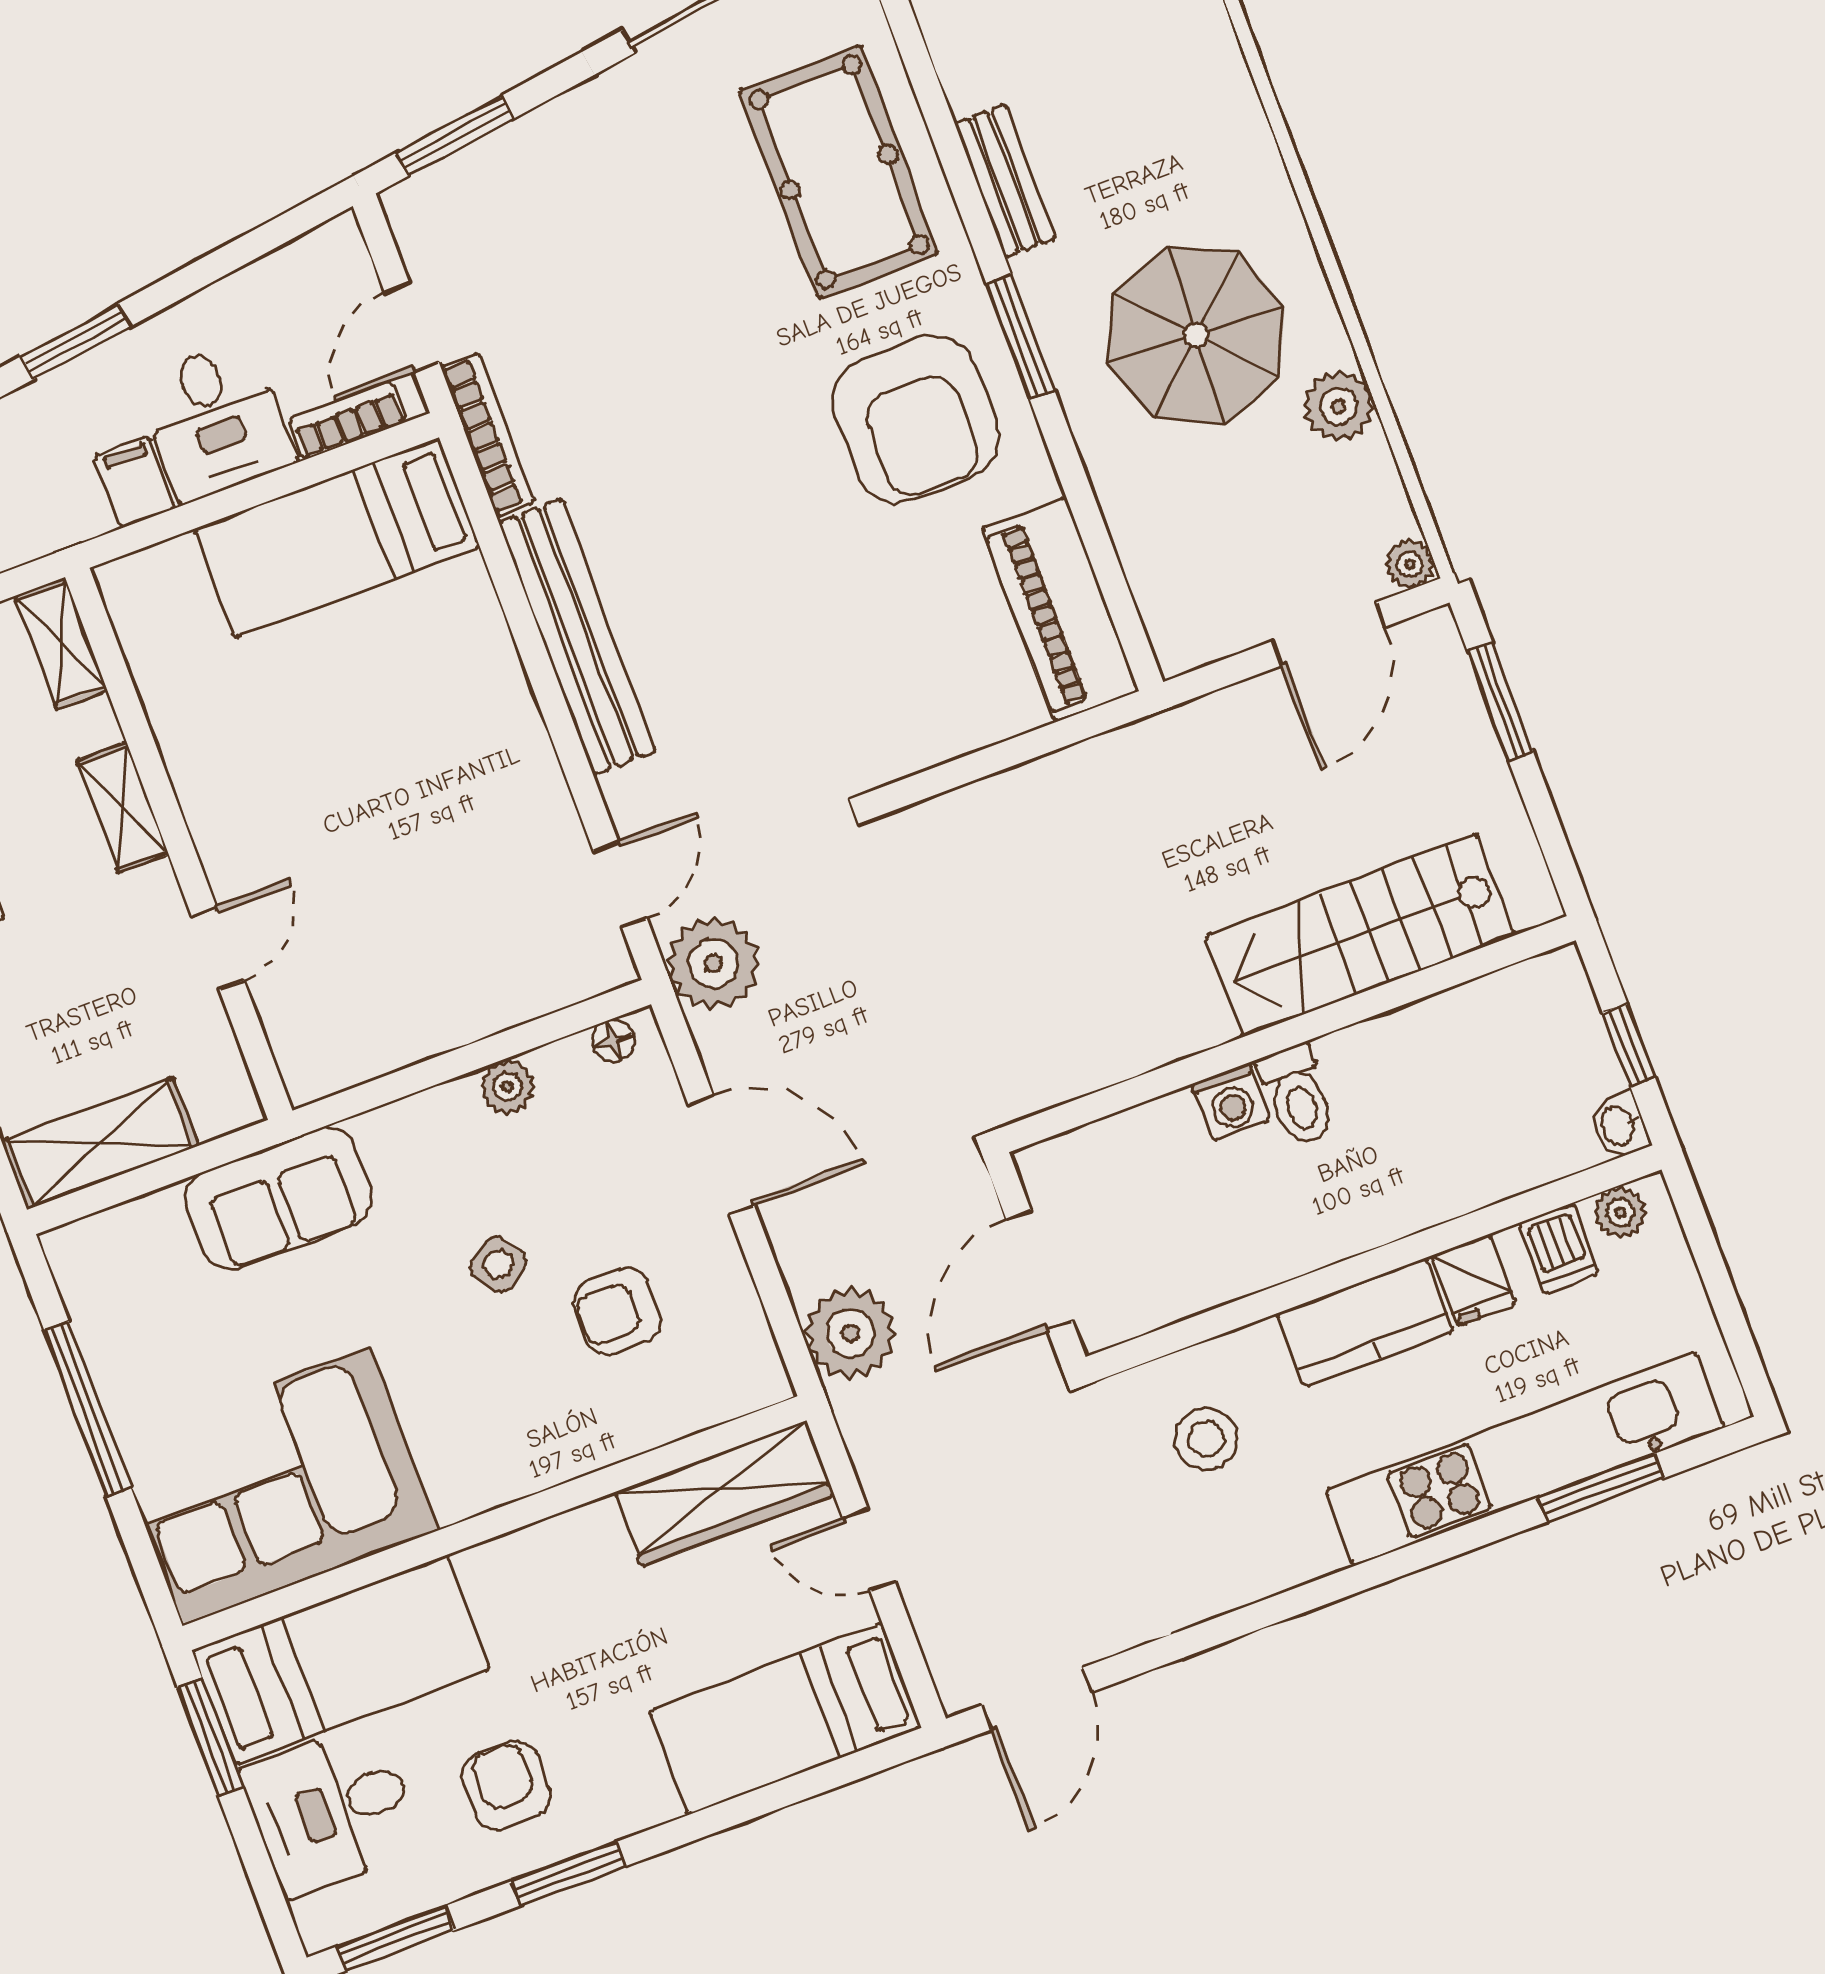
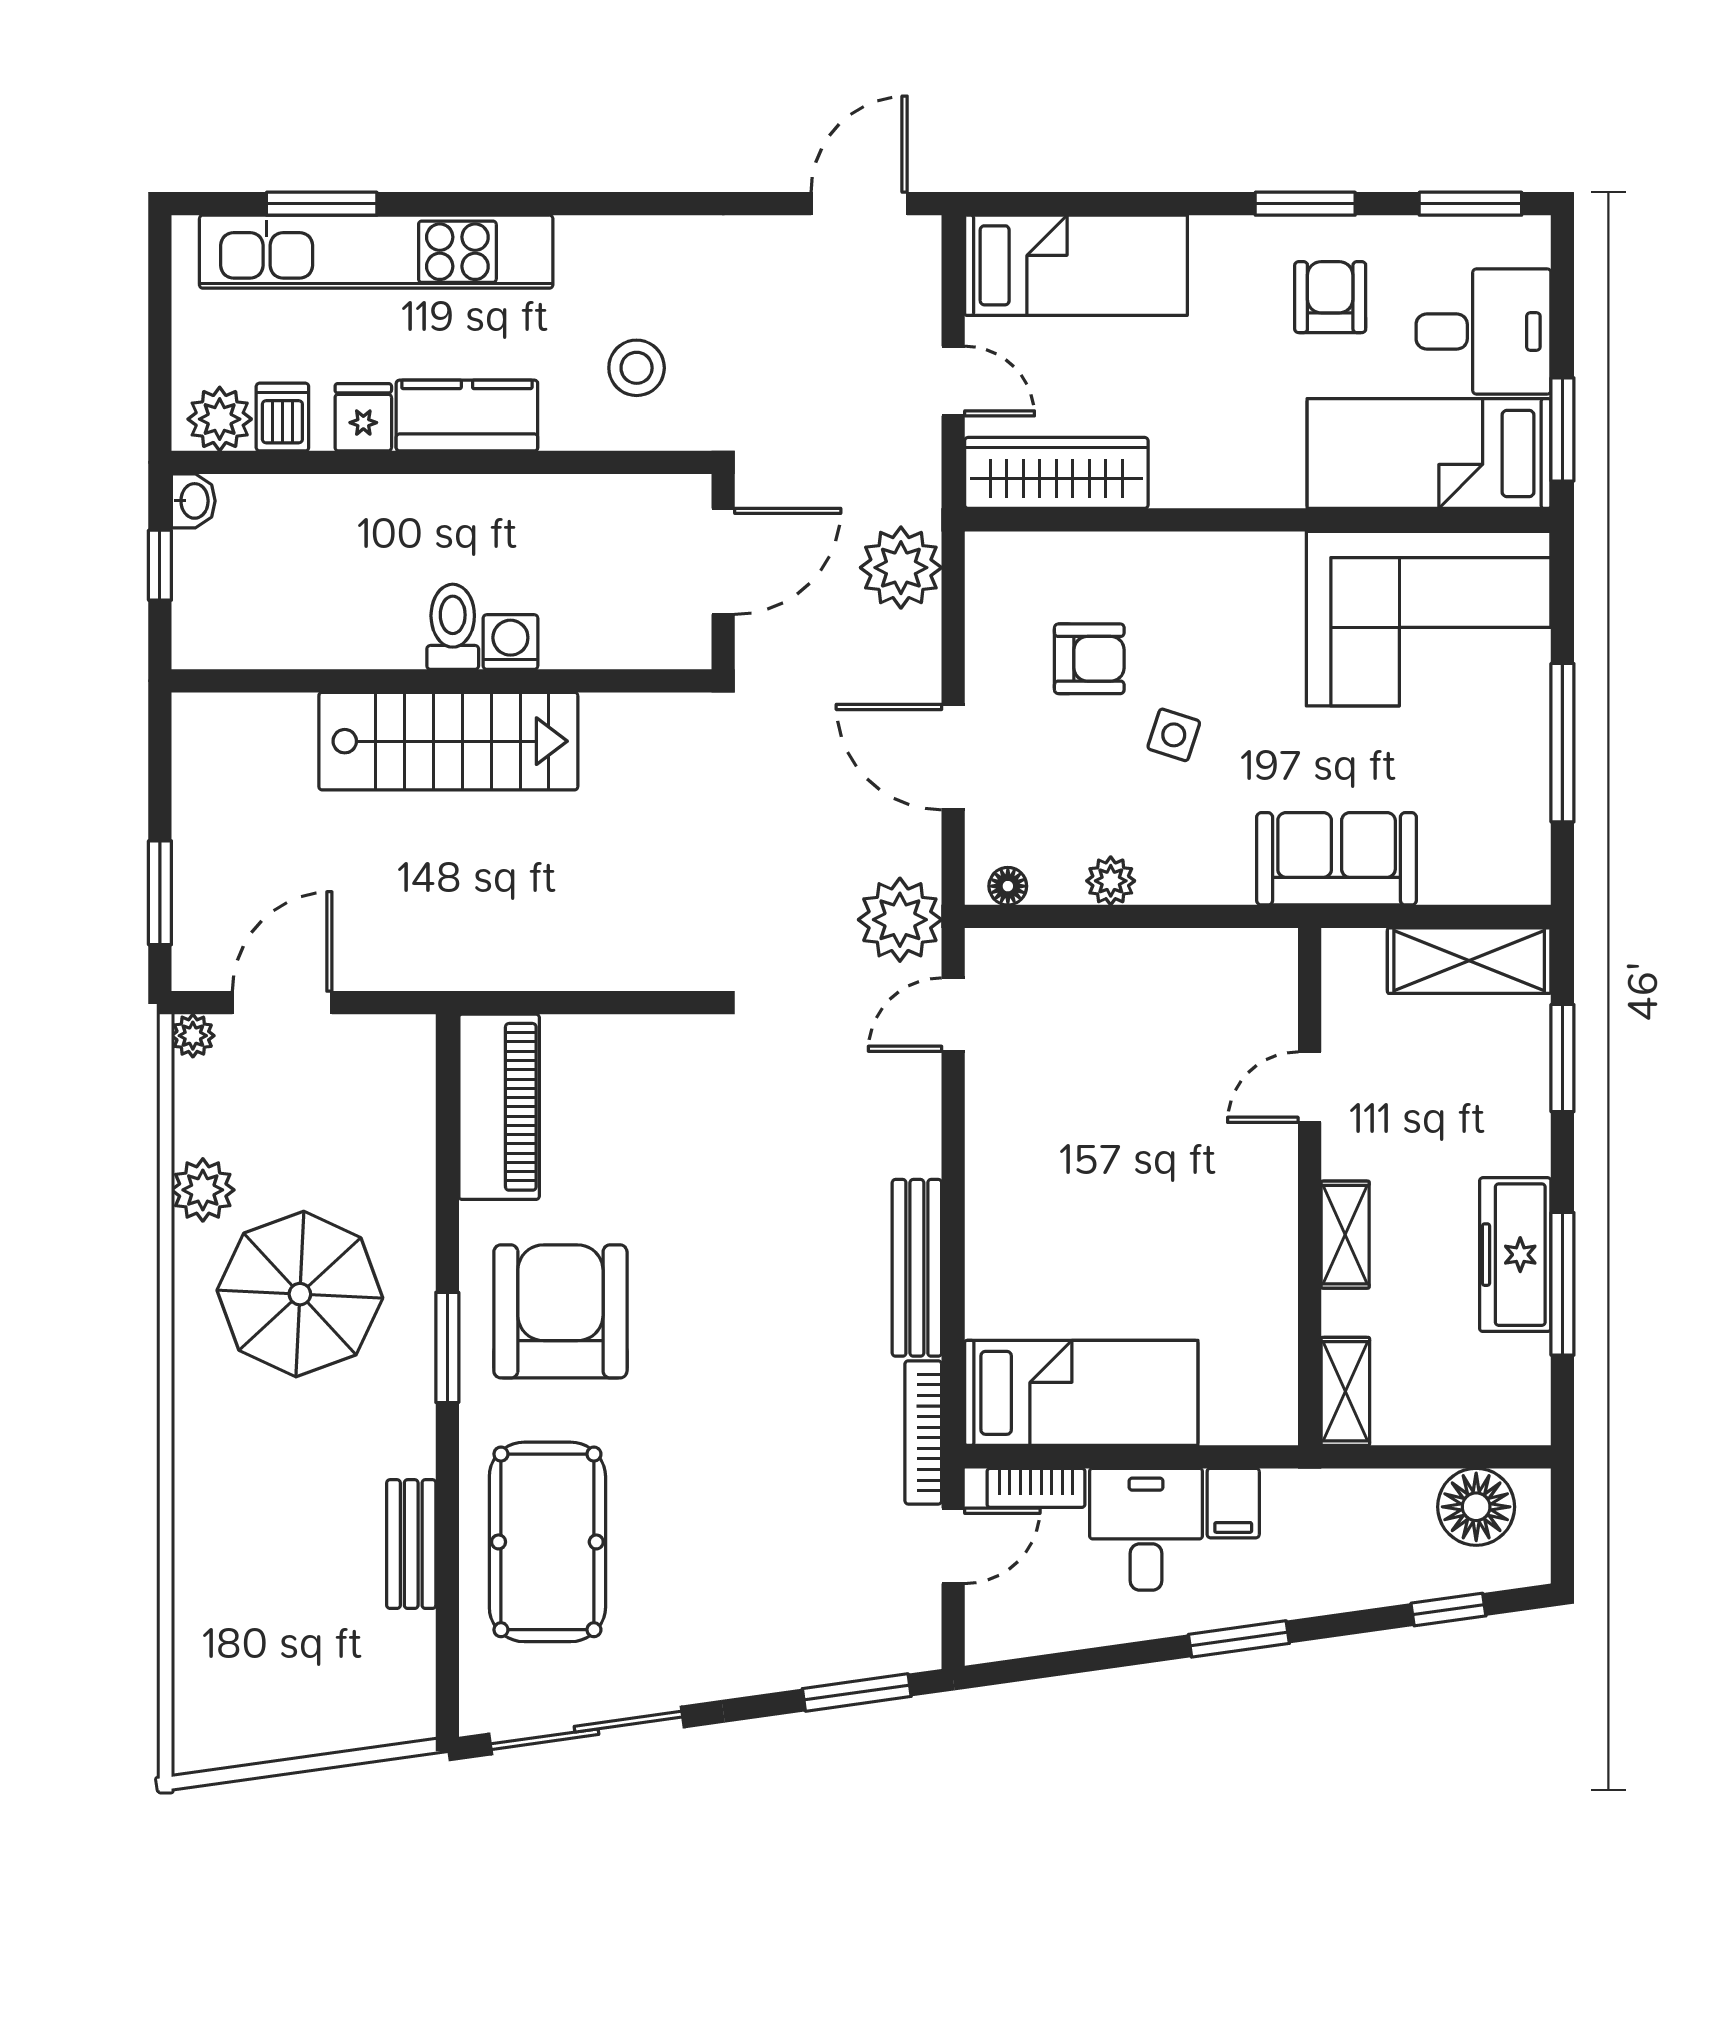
bench: (1005, 181) -> (411, 1544), moved
bench: (577, 637) -> (917, 1268), width x0.73, depth x0.82
stairs: (1360, 935) -> (448, 741), moved
plant: (1620, 1213) -> (220, 419), width x1.38, depth x1.38
side table: (498, 1265) -> (1174, 735), turned -36
armchair: (506, 1785) -> (1330, 297), turned 180

